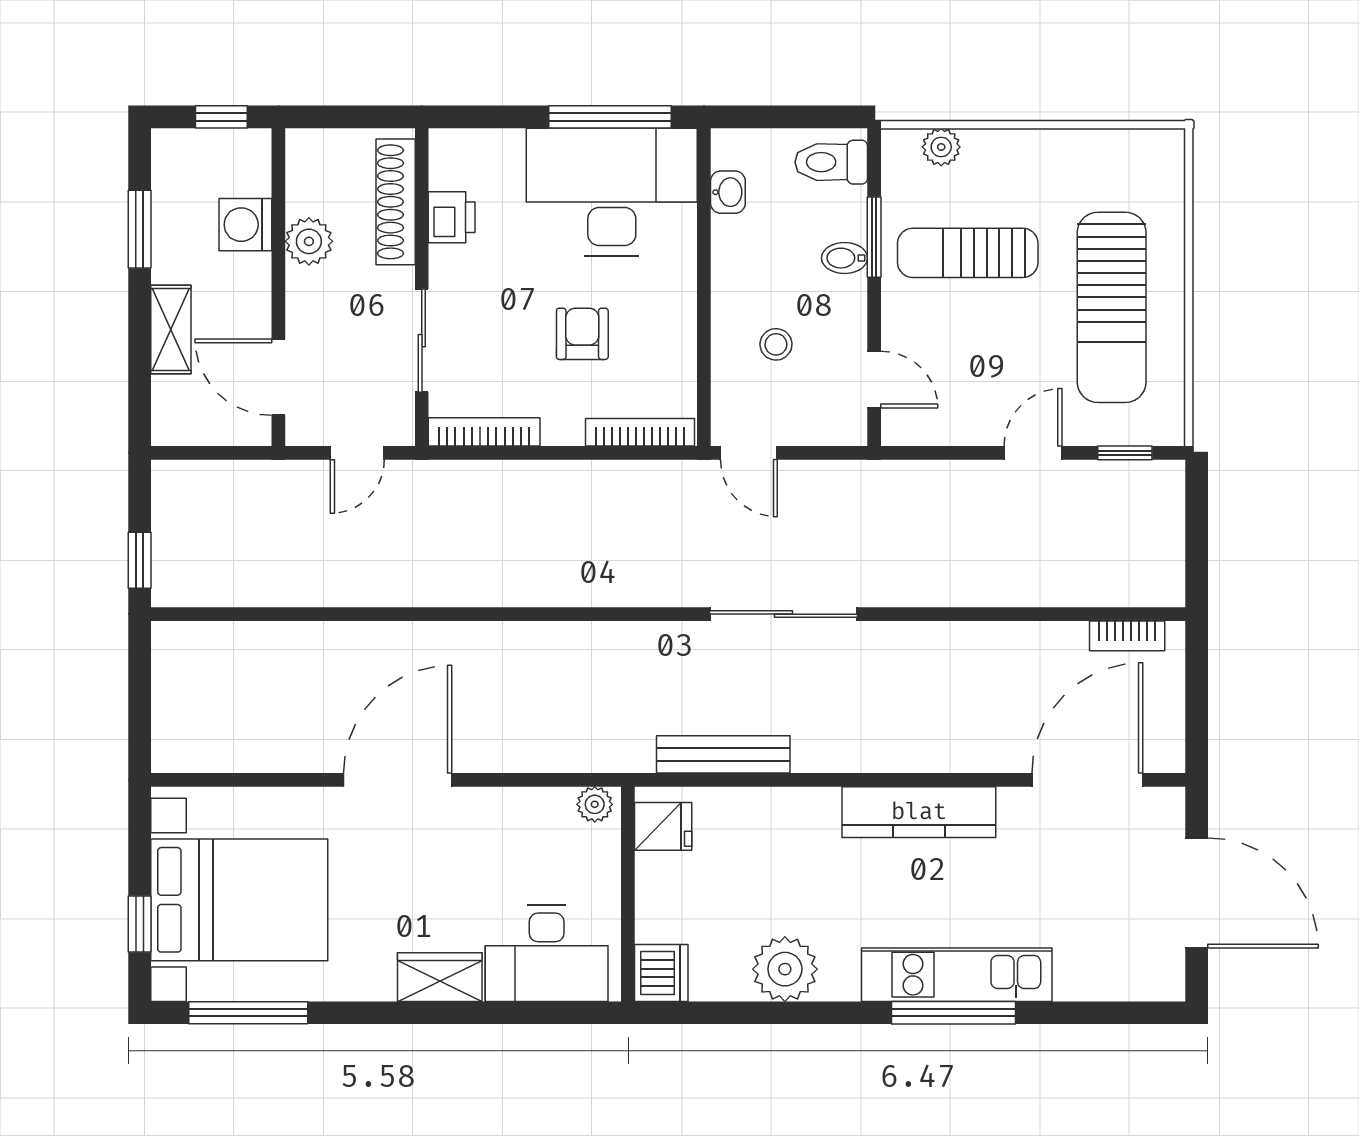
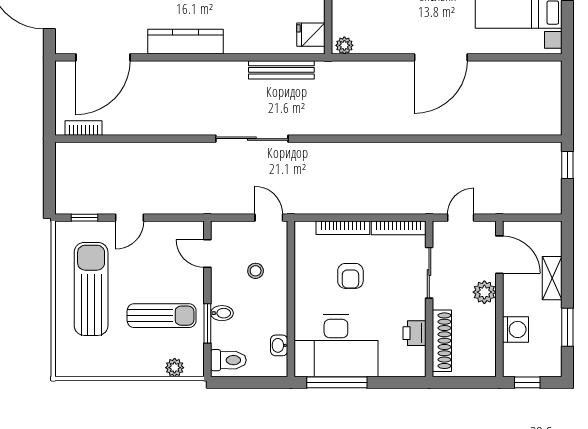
plant: (309, 241) -> (484, 292), moved
bookcase: (640, 432) -> (343, 228), moved

